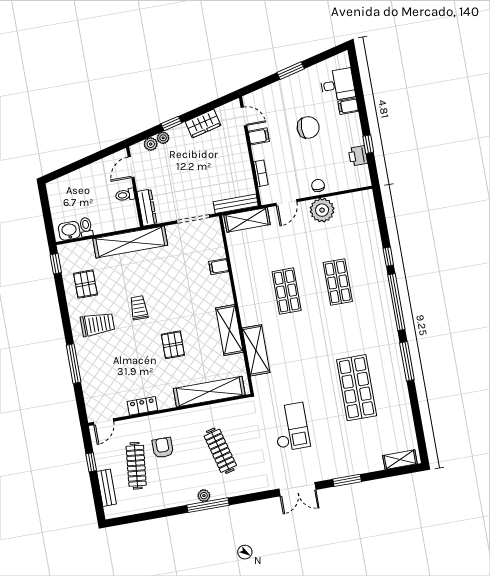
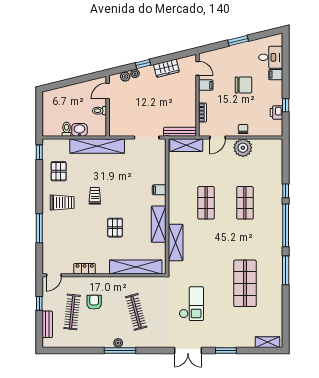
dresser: (147, 208) -> (114, 123), removed
washbasin: (69, 231) -> (79, 130), moved
filing cabinet: (219, 267) -> (159, 190), moved

